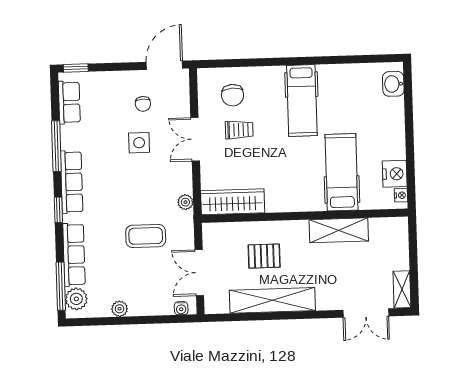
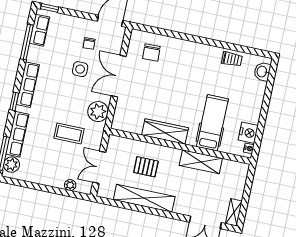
hospital bed: (302, 101) -> (197, 68), removed
trolley: (239, 130) -> (232, 59), moved
double door: (195, 139) -> (119, 76), width x1.37
window: (56, 146) -> (27, 42), moved
plant: (185, 202) -> (98, 112), width x1.88, depth x1.88
wardrobe: (233, 202) -> (165, 131), moved
water cooler: (181, 308) -> (81, 188), removed
plant: (120, 309) -> (70, 185), moved

